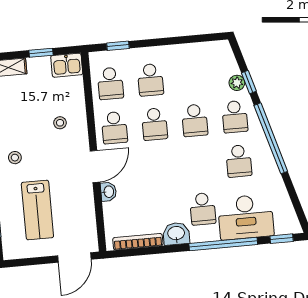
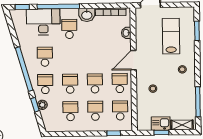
kitchen sink: (67, 65) -> (161, 123), moved
school desk: (191, 76) -> (70, 111), added
washbasin: (108, 192) -> (126, 33), moved

